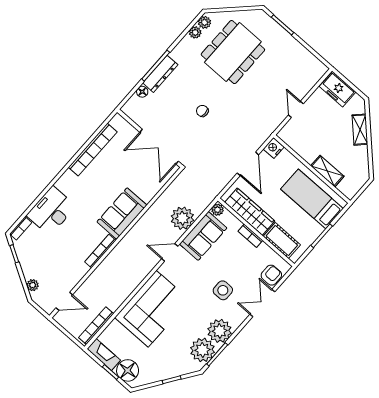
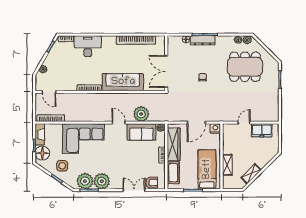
freezer: (338, 89) -> (262, 130), moved, turned -90
shelving: (360, 130) -> (251, 174), moved
sofa: (122, 213) -> (123, 82), width x1.36
side table: (223, 290) -> (62, 166), moved

